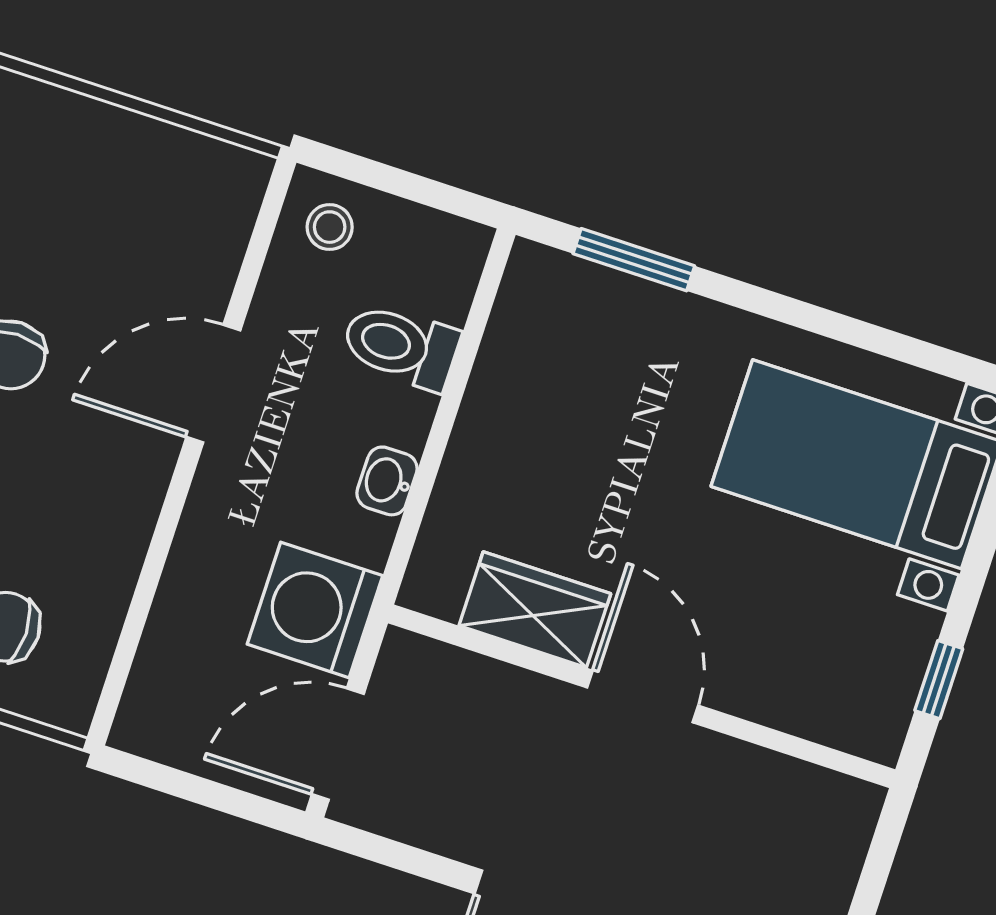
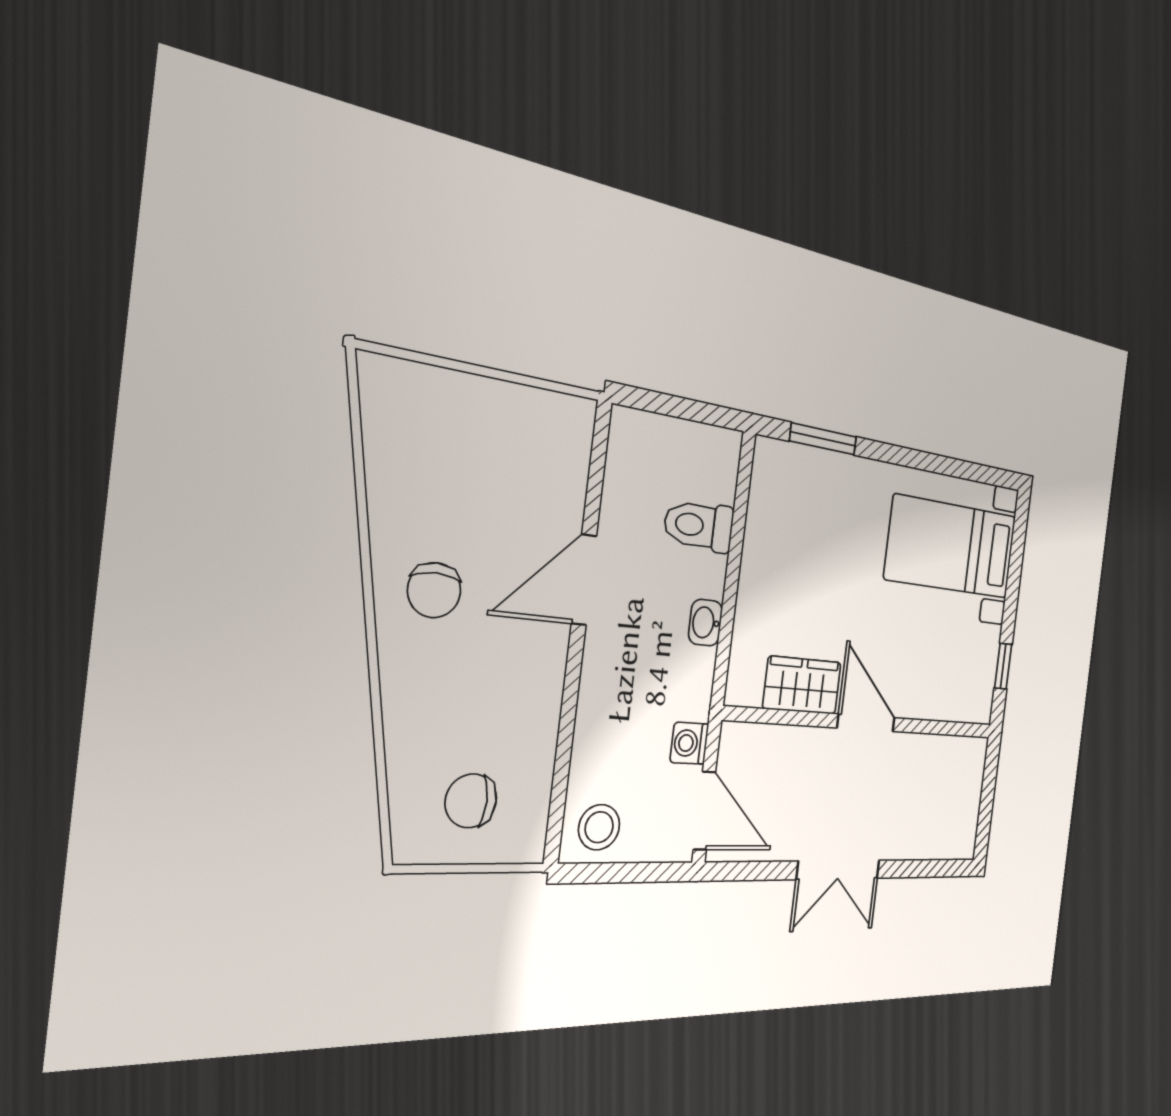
stool: (330, 227) -> (599, 827), moved, width x1.37, depth x1.37
washing machine: (315, 610) -> (689, 743), width x0.53, depth x0.53
door: (338, 744) -> (704, 811), swing flipped

